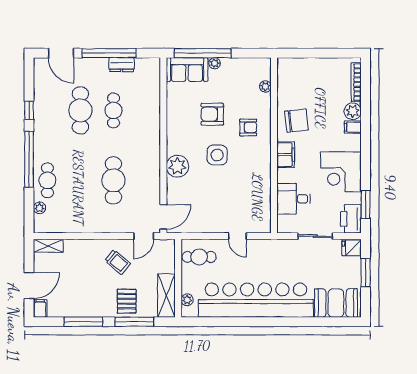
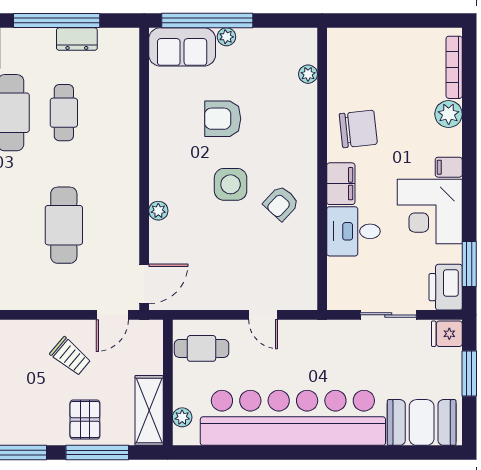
armchair: (248, 127) -> (281, 203), moved, turned 133
filing cabinet: (353, 127) -> (449, 167), moved
plant: (177, 166) -> (158, 211), width x0.53, depth x0.53
desk: (294, 199) -> (353, 231), moved

